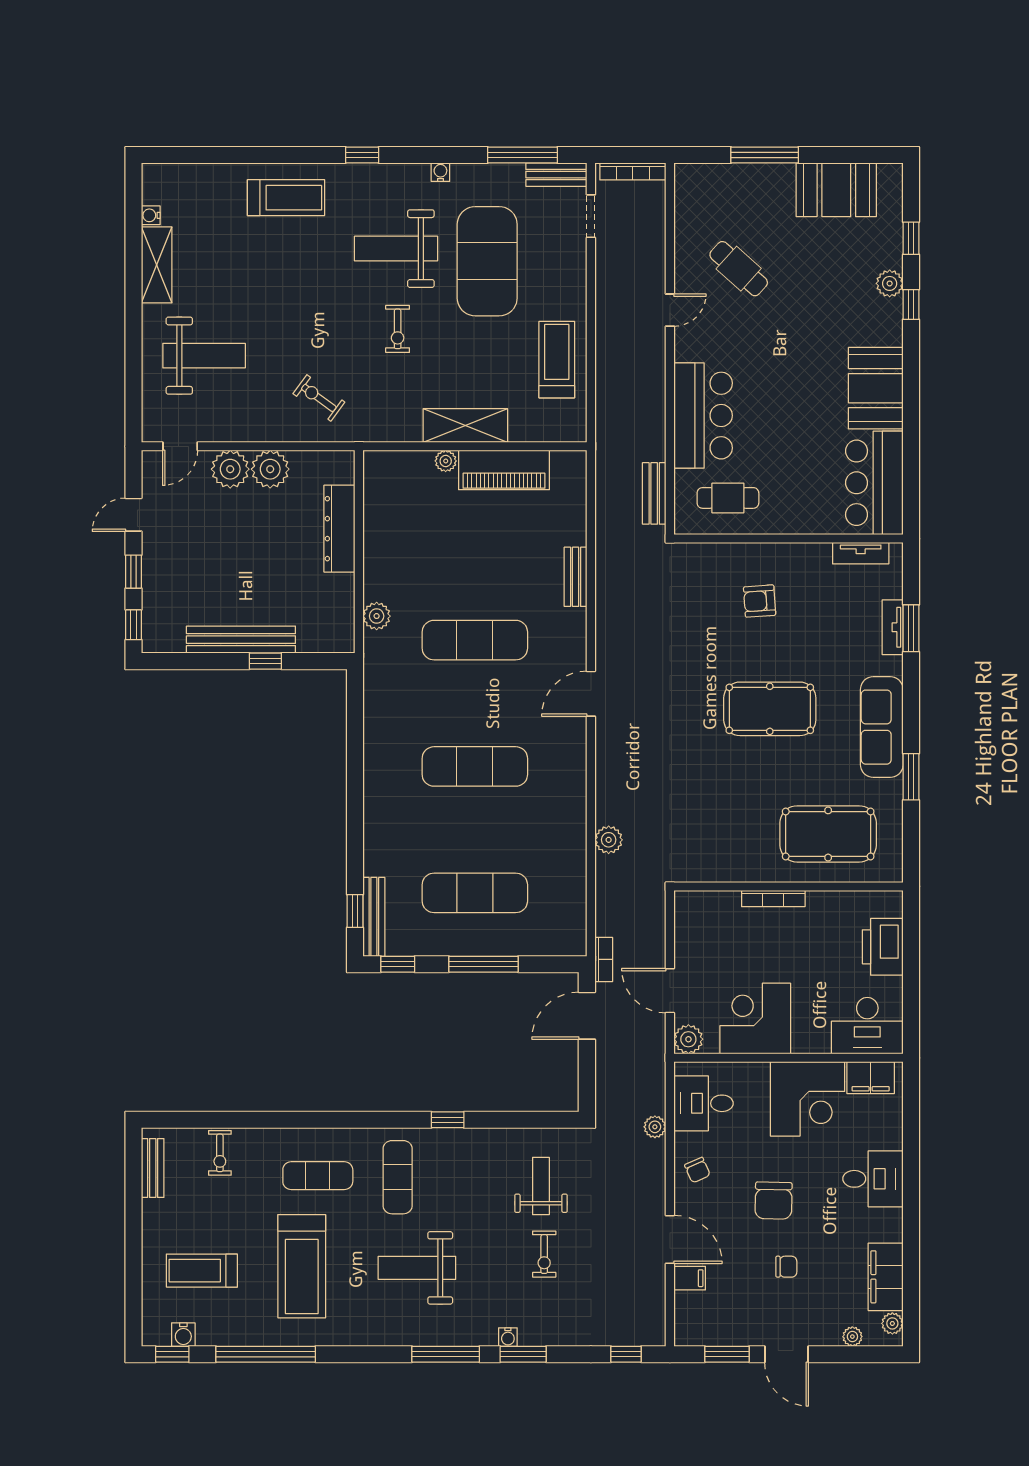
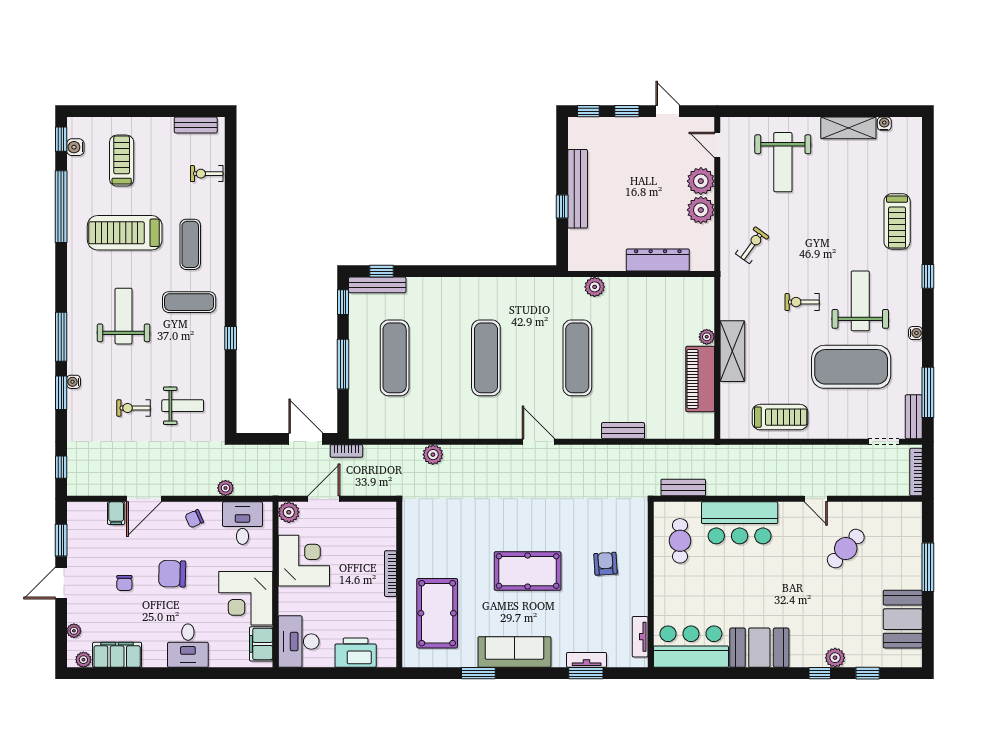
pool table: (770, 709) -> (528, 571), turned 90

